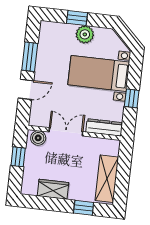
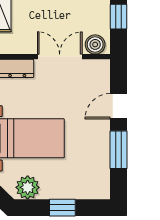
plant: (85, 34) -> (28, 187), moved
double door: (66, 132) -> (60, 57), swing flipped

